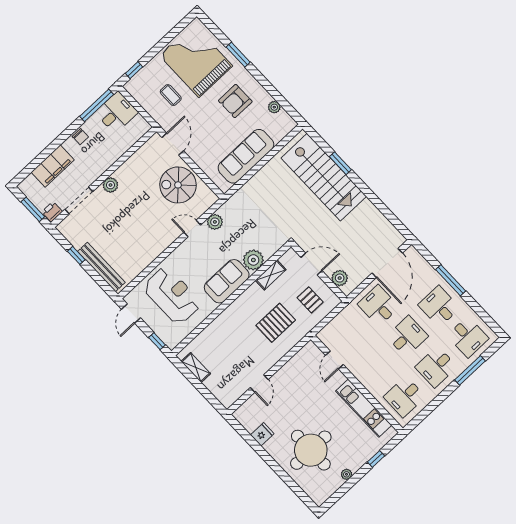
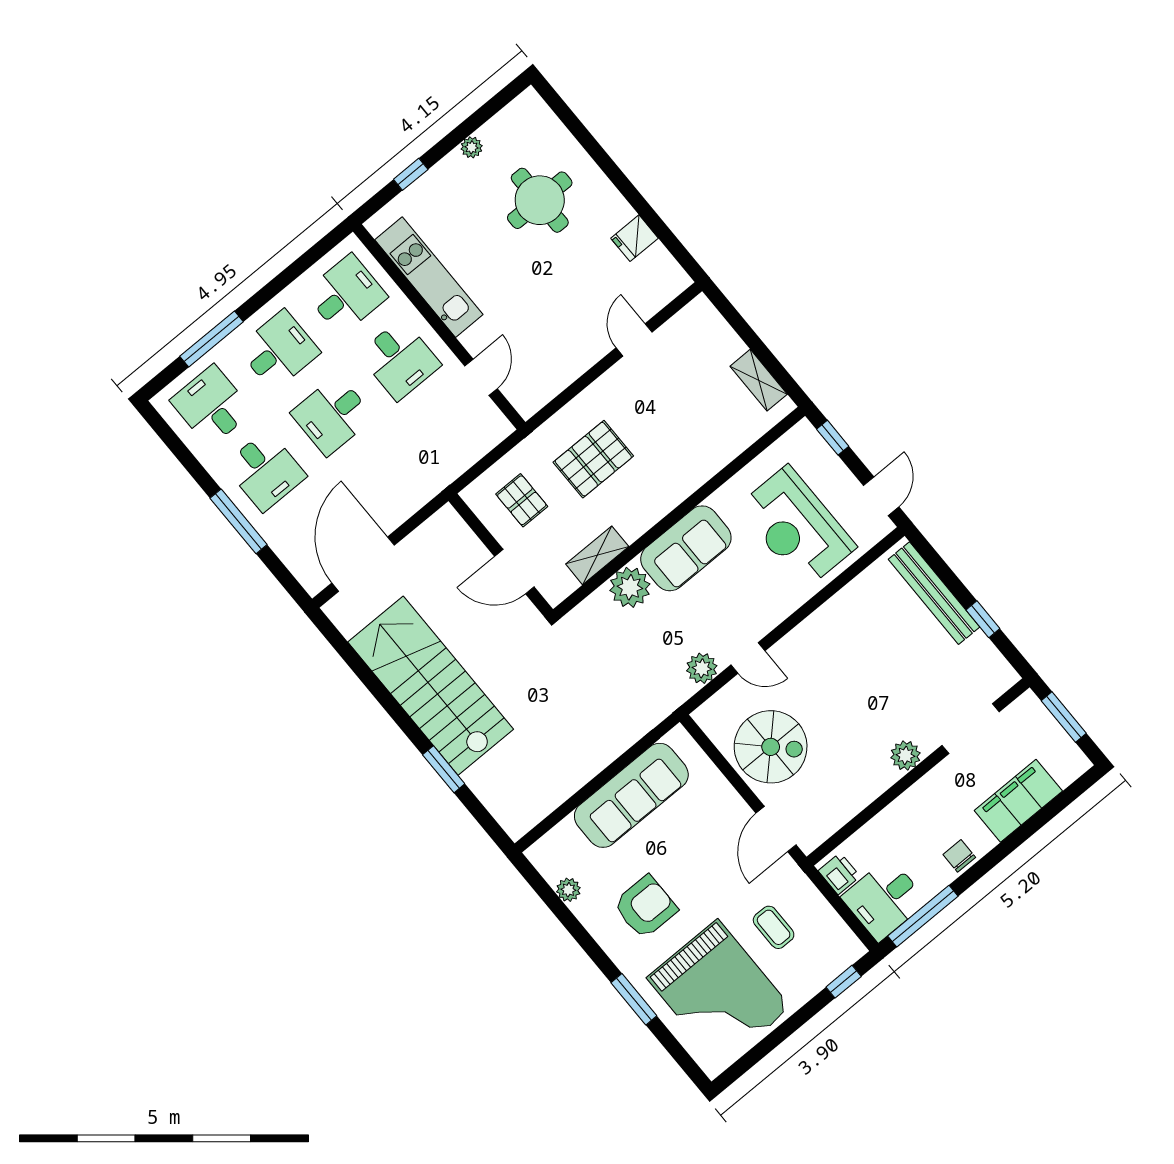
stairs: (324, 177) -> (431, 686), moved
printer: (52, 212) -> (839, 874), moved, turned -90
plant: (340, 278) -> (460, 540), removed
desk: (378, 306) -> (400, 360), moved
round table: (311, 450) -> (540, 200), width x0.73, depth x0.73

